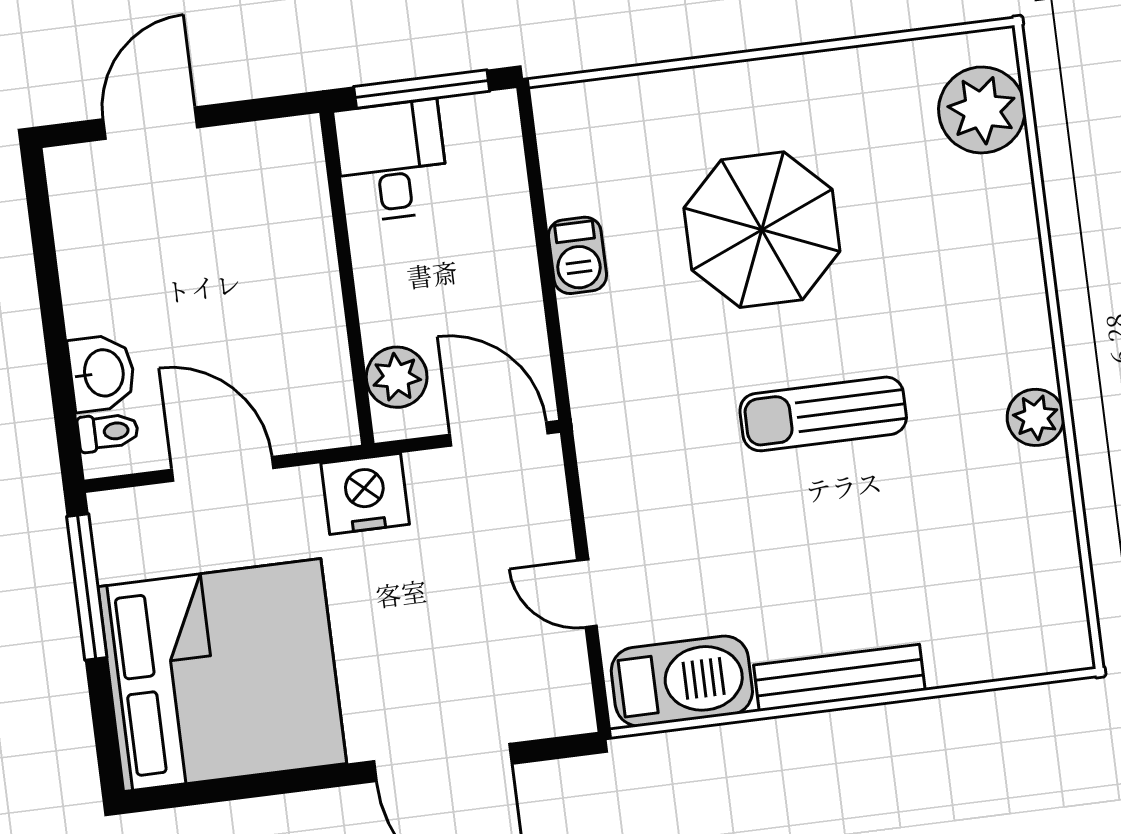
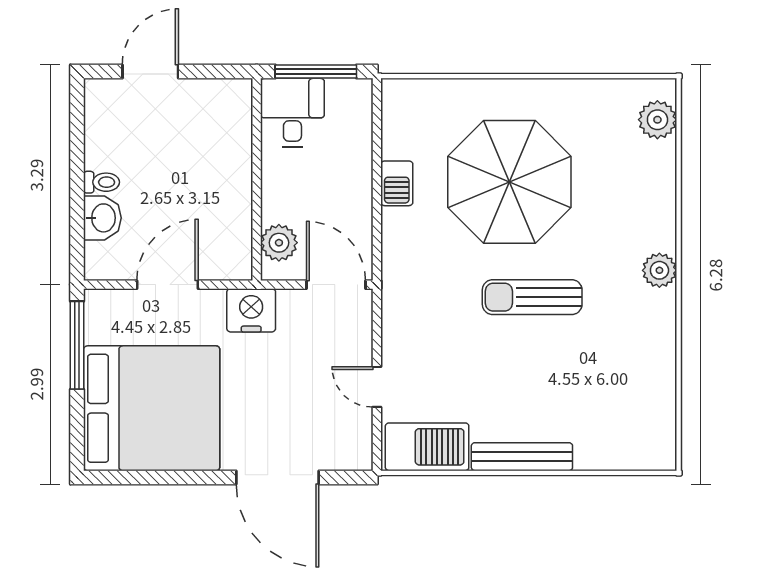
plant: (982, 110) -> (657, 120), width x0.73, depth x0.73
parasol: (762, 230) -> (509, 182), width x1.36, depth x1.36
plant: (1036, 417) -> (659, 270), moved
toilet: (108, 432) -> (102, 182), moved
door: (223, 469) -> (168, 285), hinge flipped

